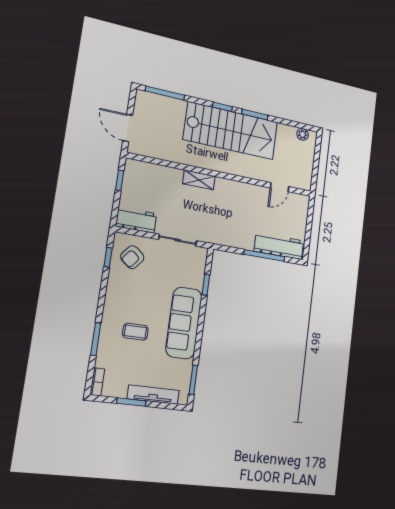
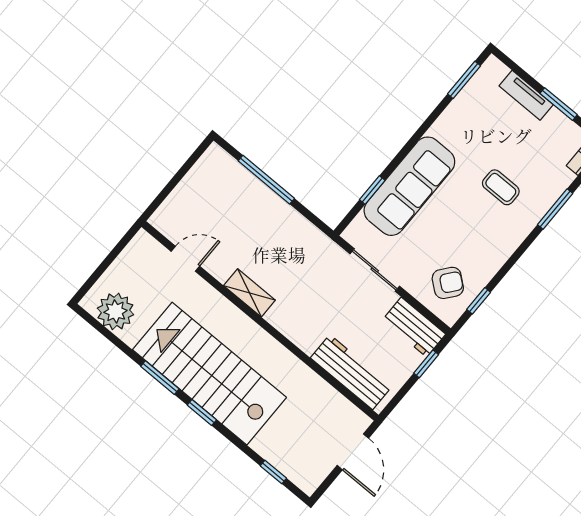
window: (165, 93) -> (273, 472), width x0.46
plant: (303, 134) -> (115, 311), width x1.88, depth x1.88
window: (120, 180) -> (426, 364), moved
shelving: (199, 180) -> (249, 293), moved
workbench: (279, 246) -> (351, 372), moved, turned 180
sofa: (184, 323) -> (409, 186), moved
tv unit: (153, 395) -> (526, 95), width x0.71

